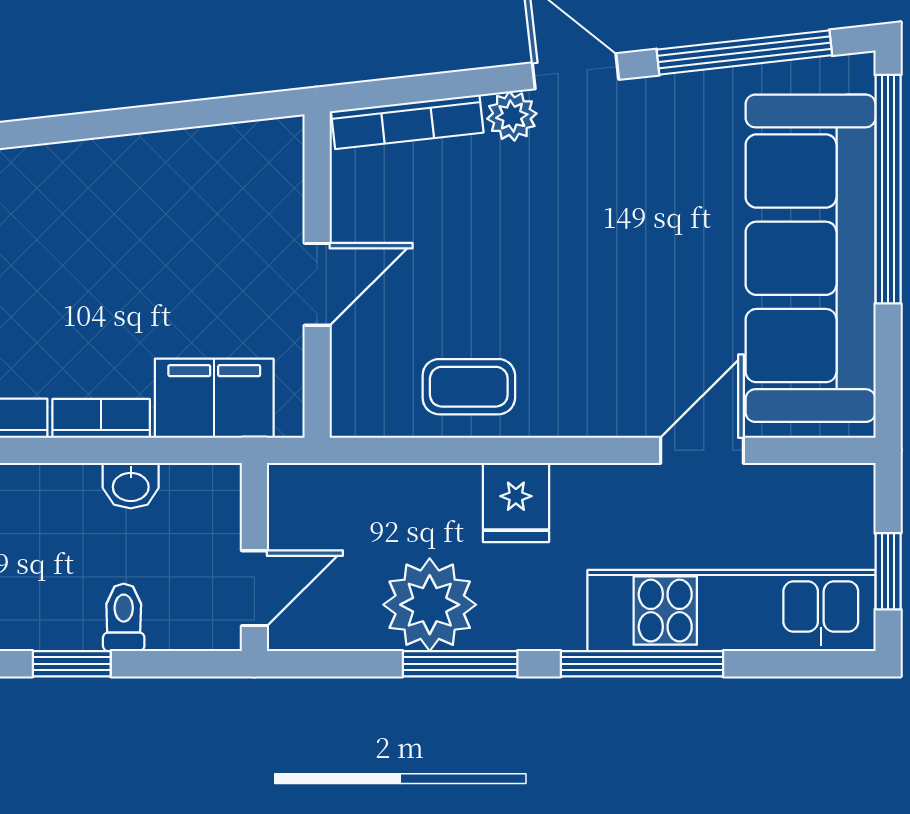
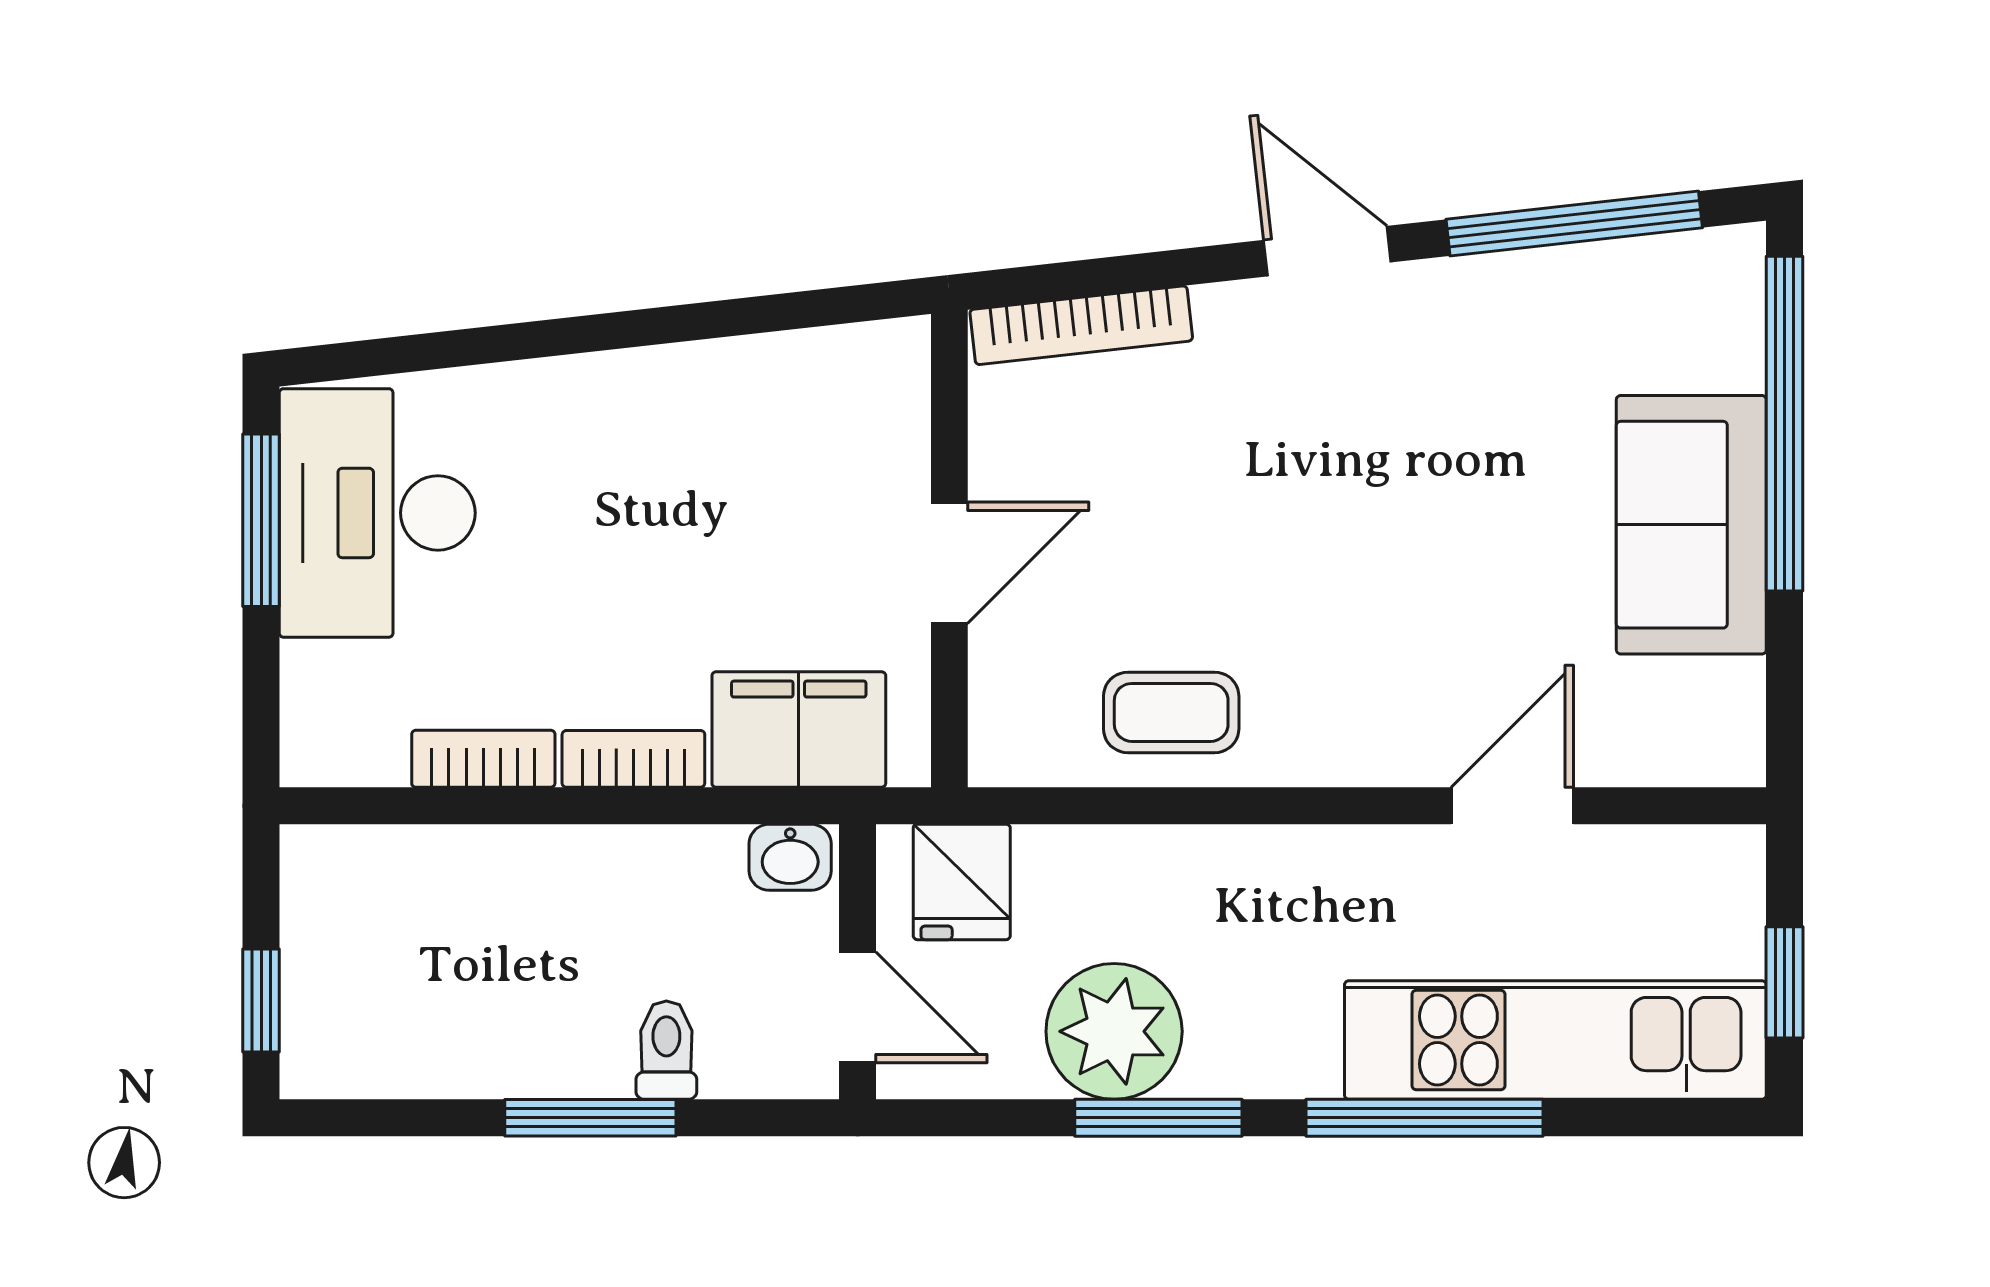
plant: (512, 116) -> (1234, 317), removed
sofa: (811, 258) -> (1691, 525), width x0.54, depth x0.79
washbasin: (131, 486) -> (790, 857), moved
fridge: (516, 503) -> (962, 882), moved
door: (254, 588) -> (858, 1007), hinge flipped
window: (72, 664) -> (590, 1118), width x1.50

